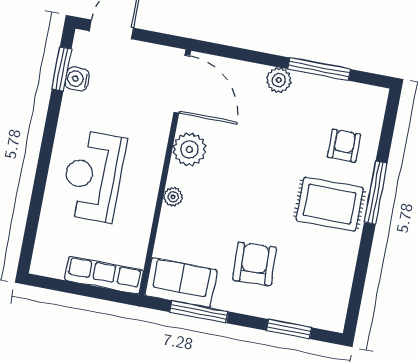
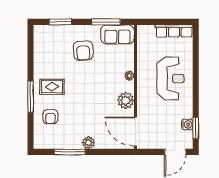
rug: (330, 204) -> (52, 87), width x0.73, depth x0.70
row of seats: (104, 275) -> (174, 31), moved

